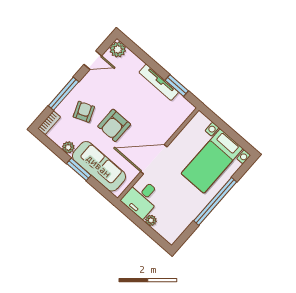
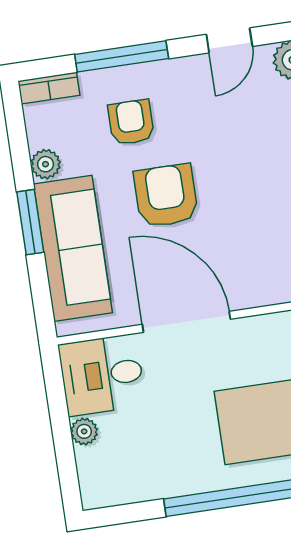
door: (93, 60) -> (229, 40), hinge flipped
armchair: (84, 112) -> (131, 122), turned -68
armchair: (114, 125) -> (166, 196), turned 90

